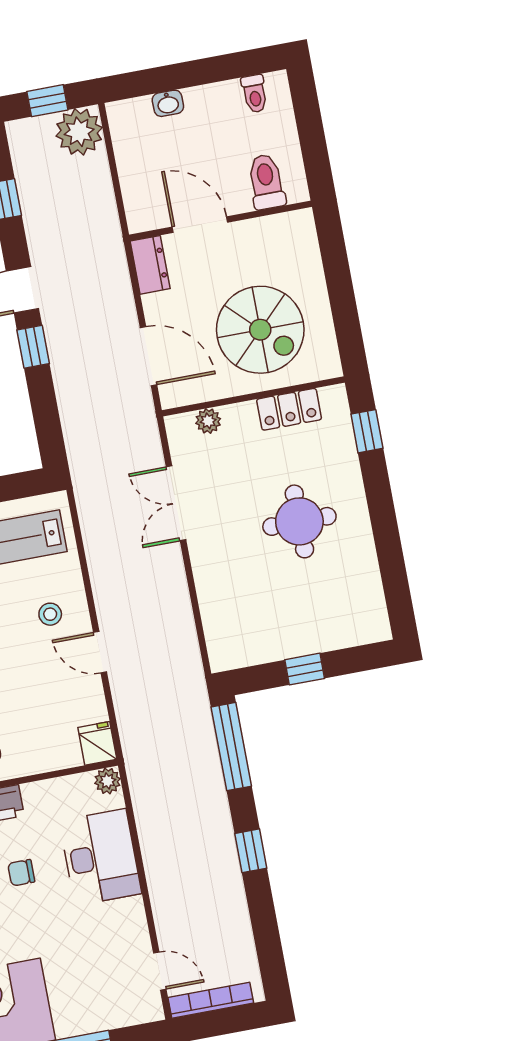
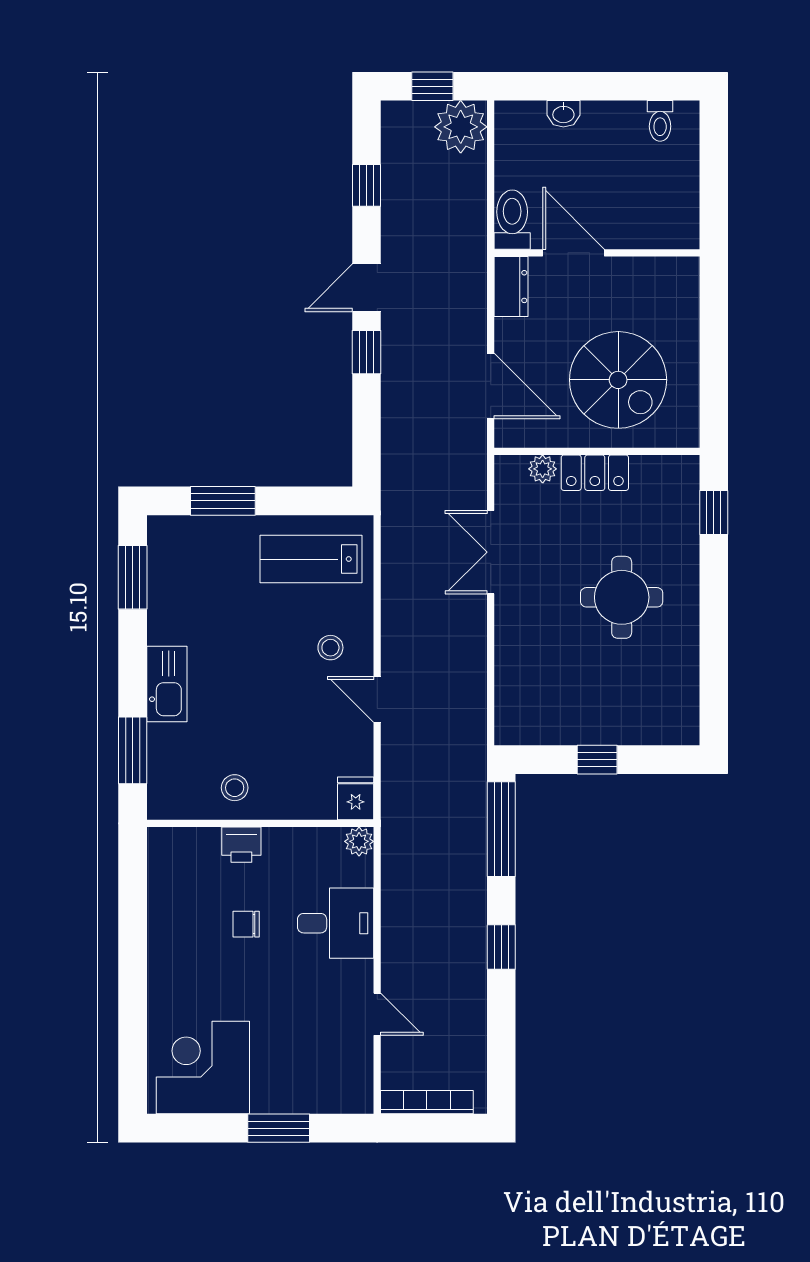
toilet: (266, 182) -> (512, 220), moved
locker: (289, 409) -> (595, 473), moved
desk: (100, 857) -> (336, 923), width x0.73
door: (160, 971) -> (377, 1014), moved

